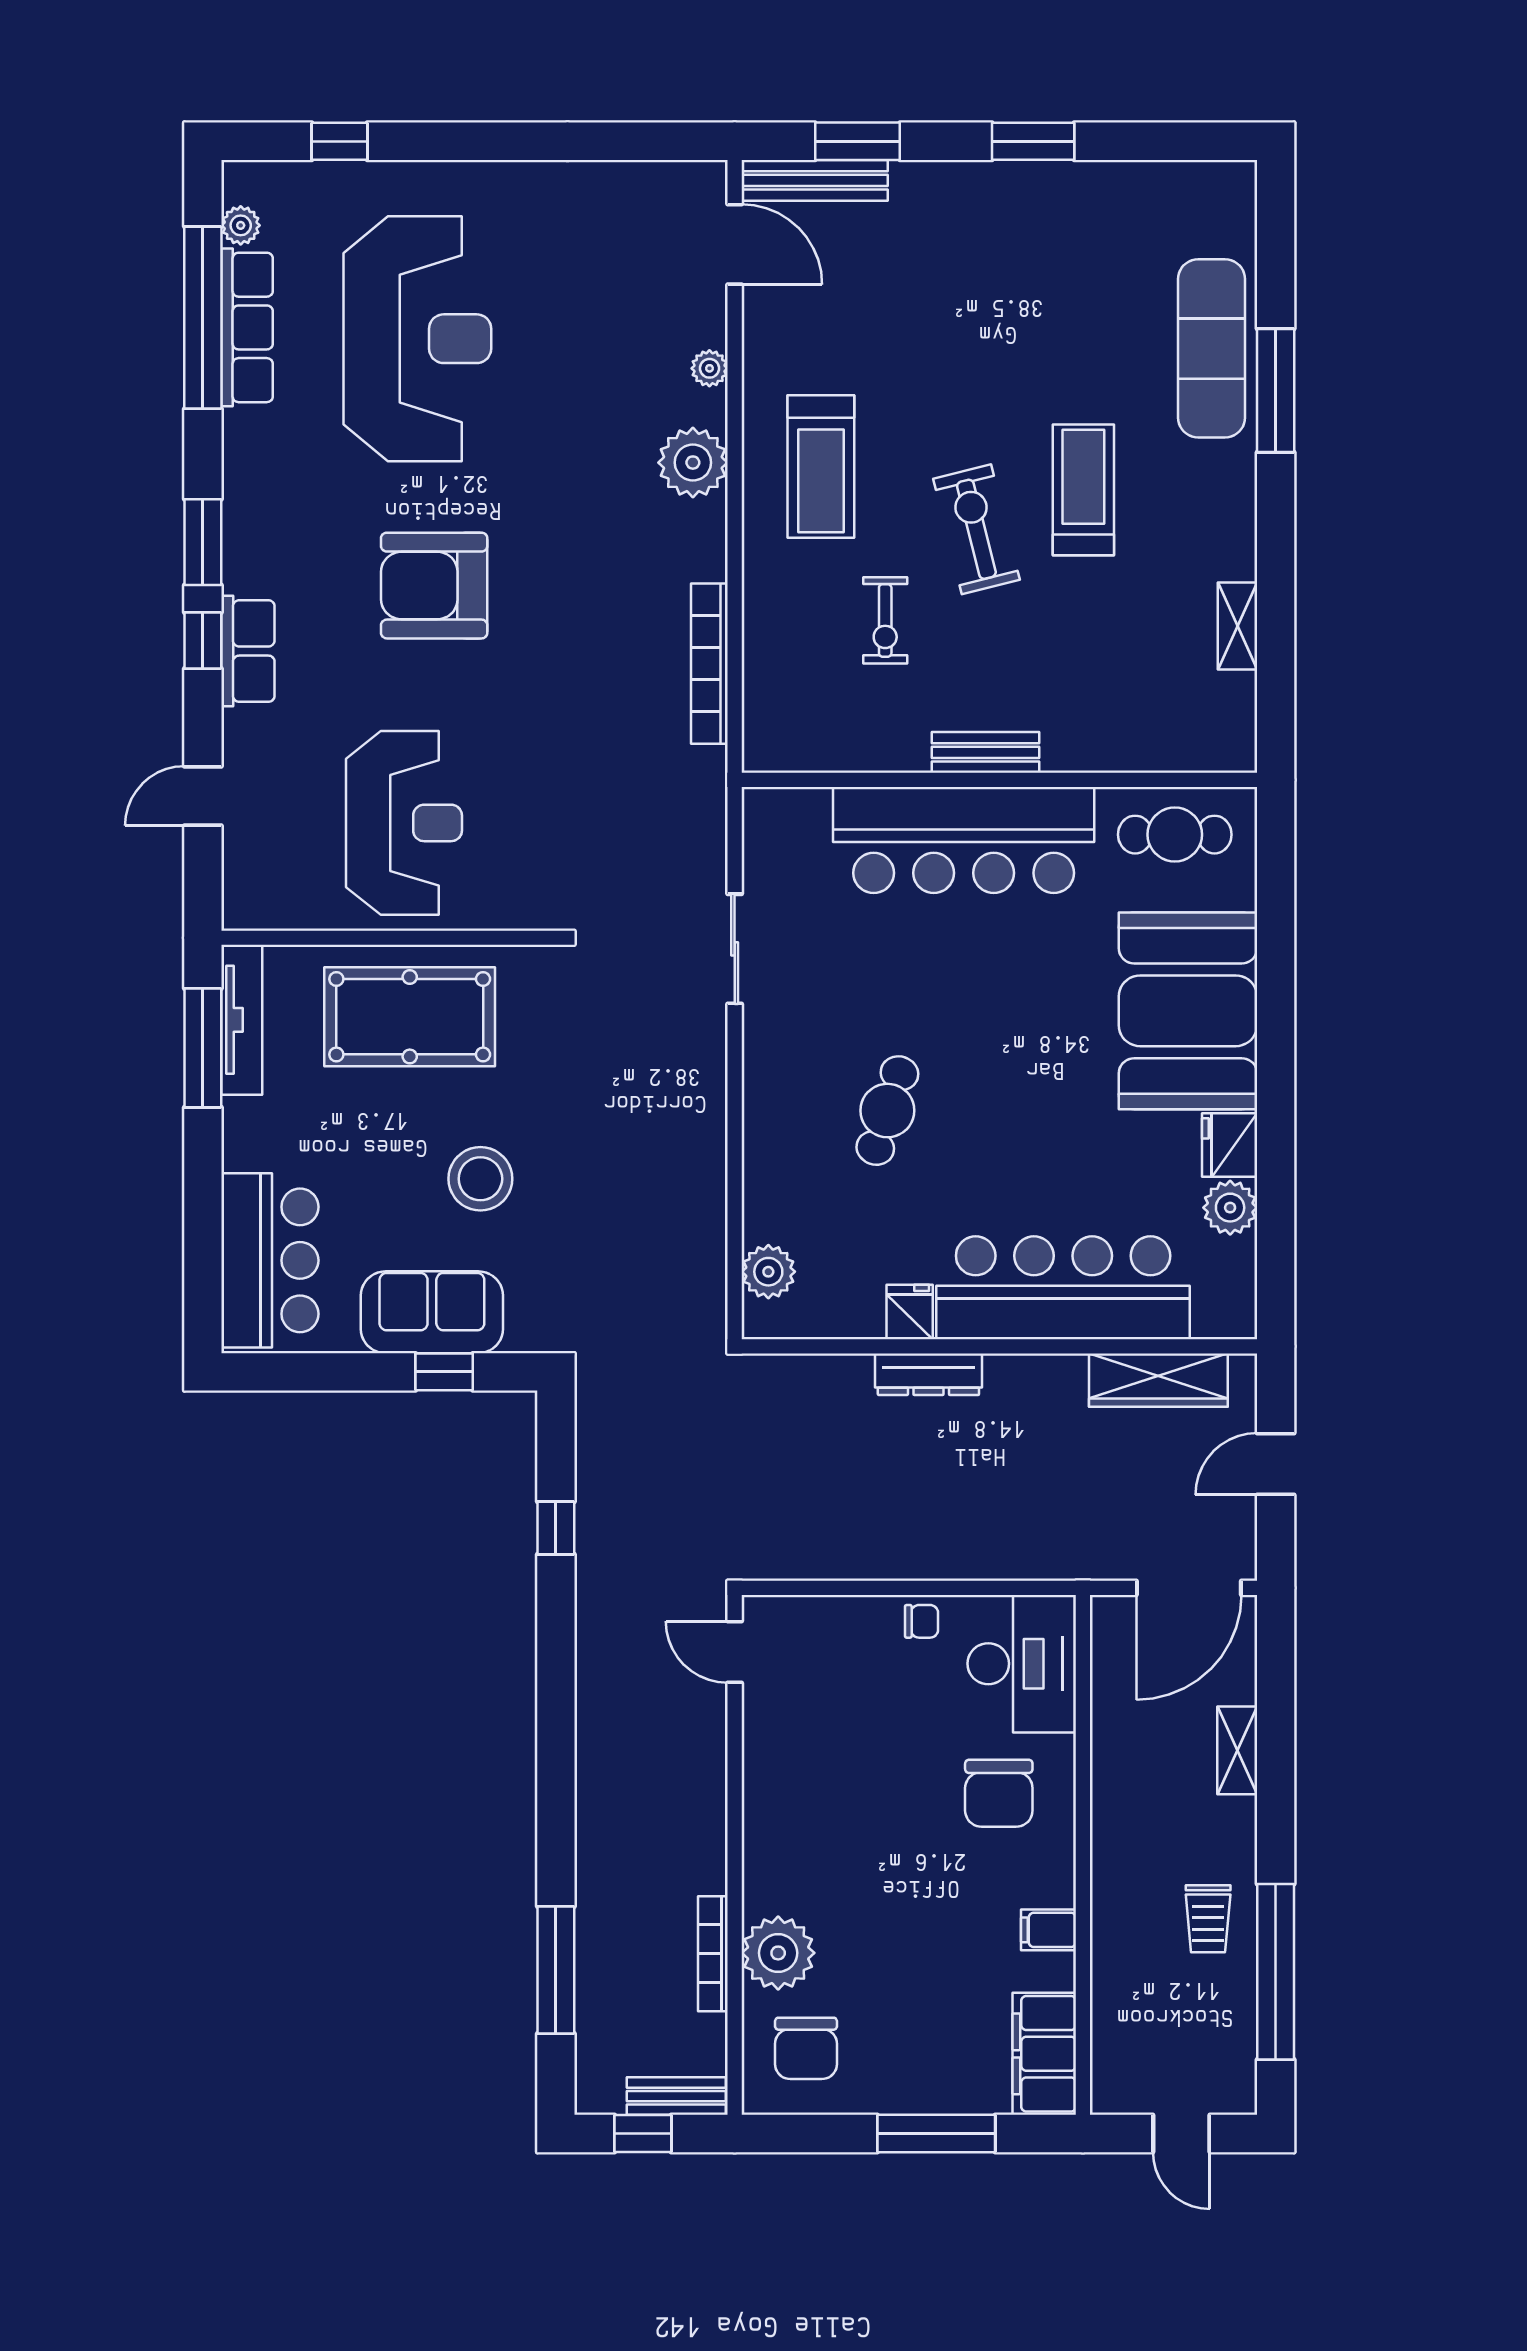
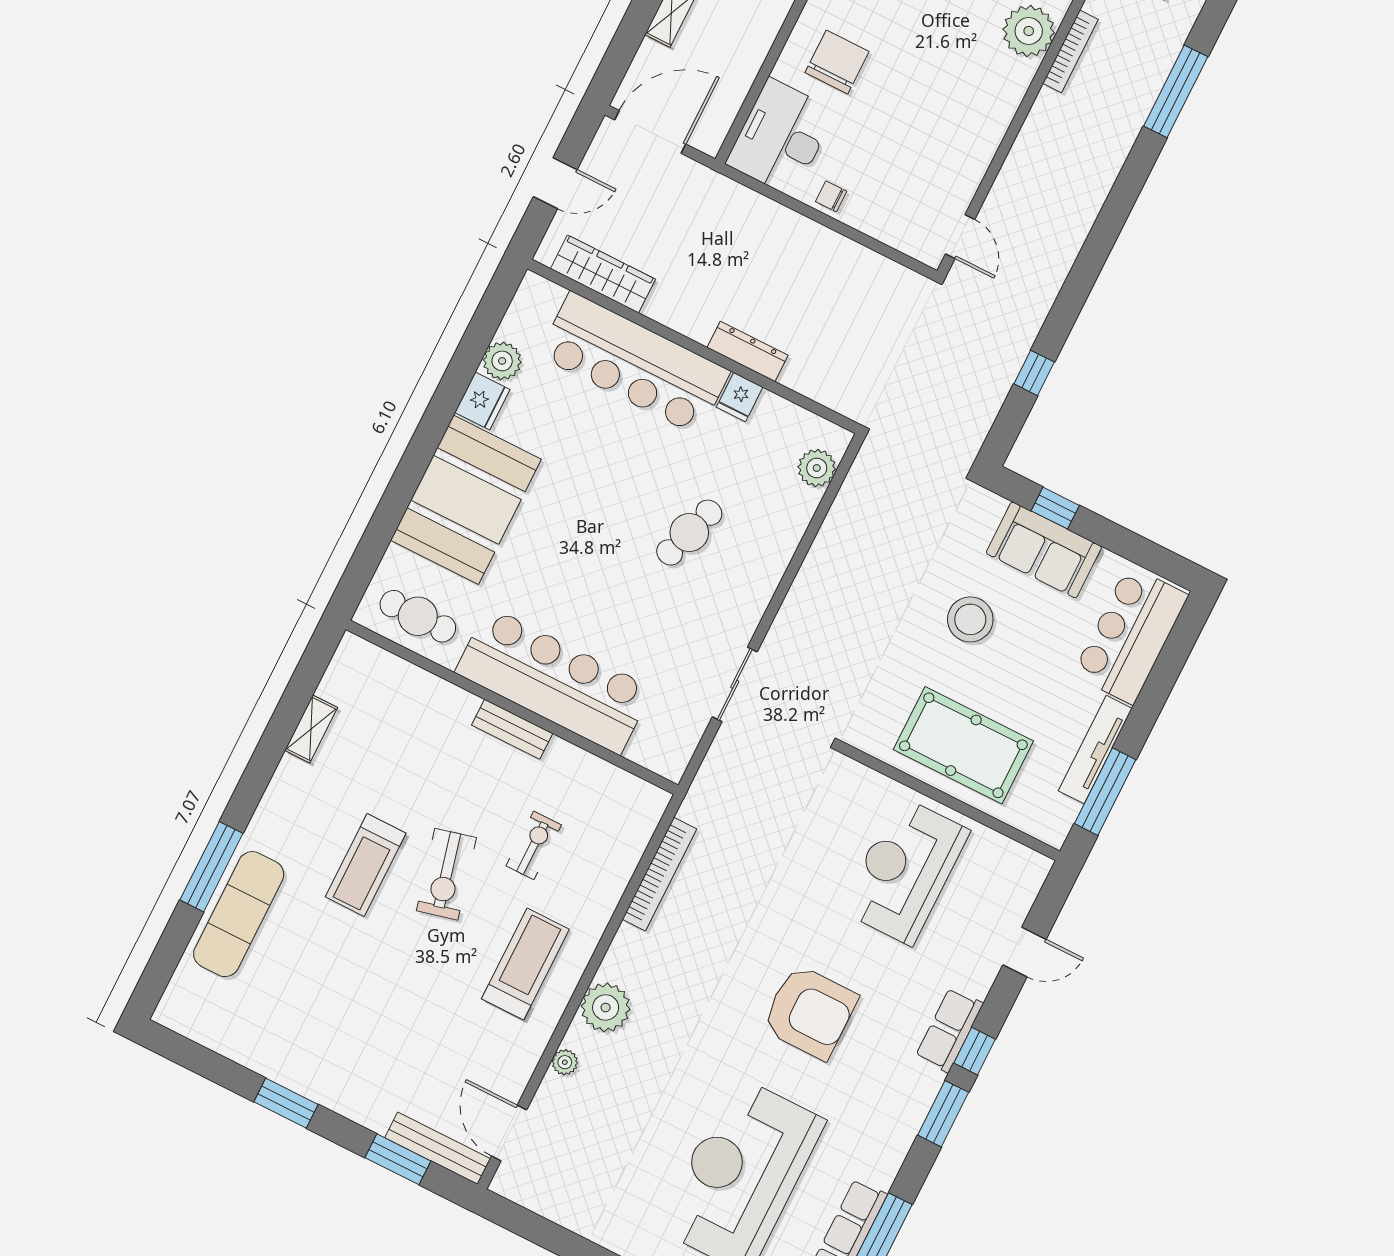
tv unit: (242, 1020) -> (1095, 750), moved

